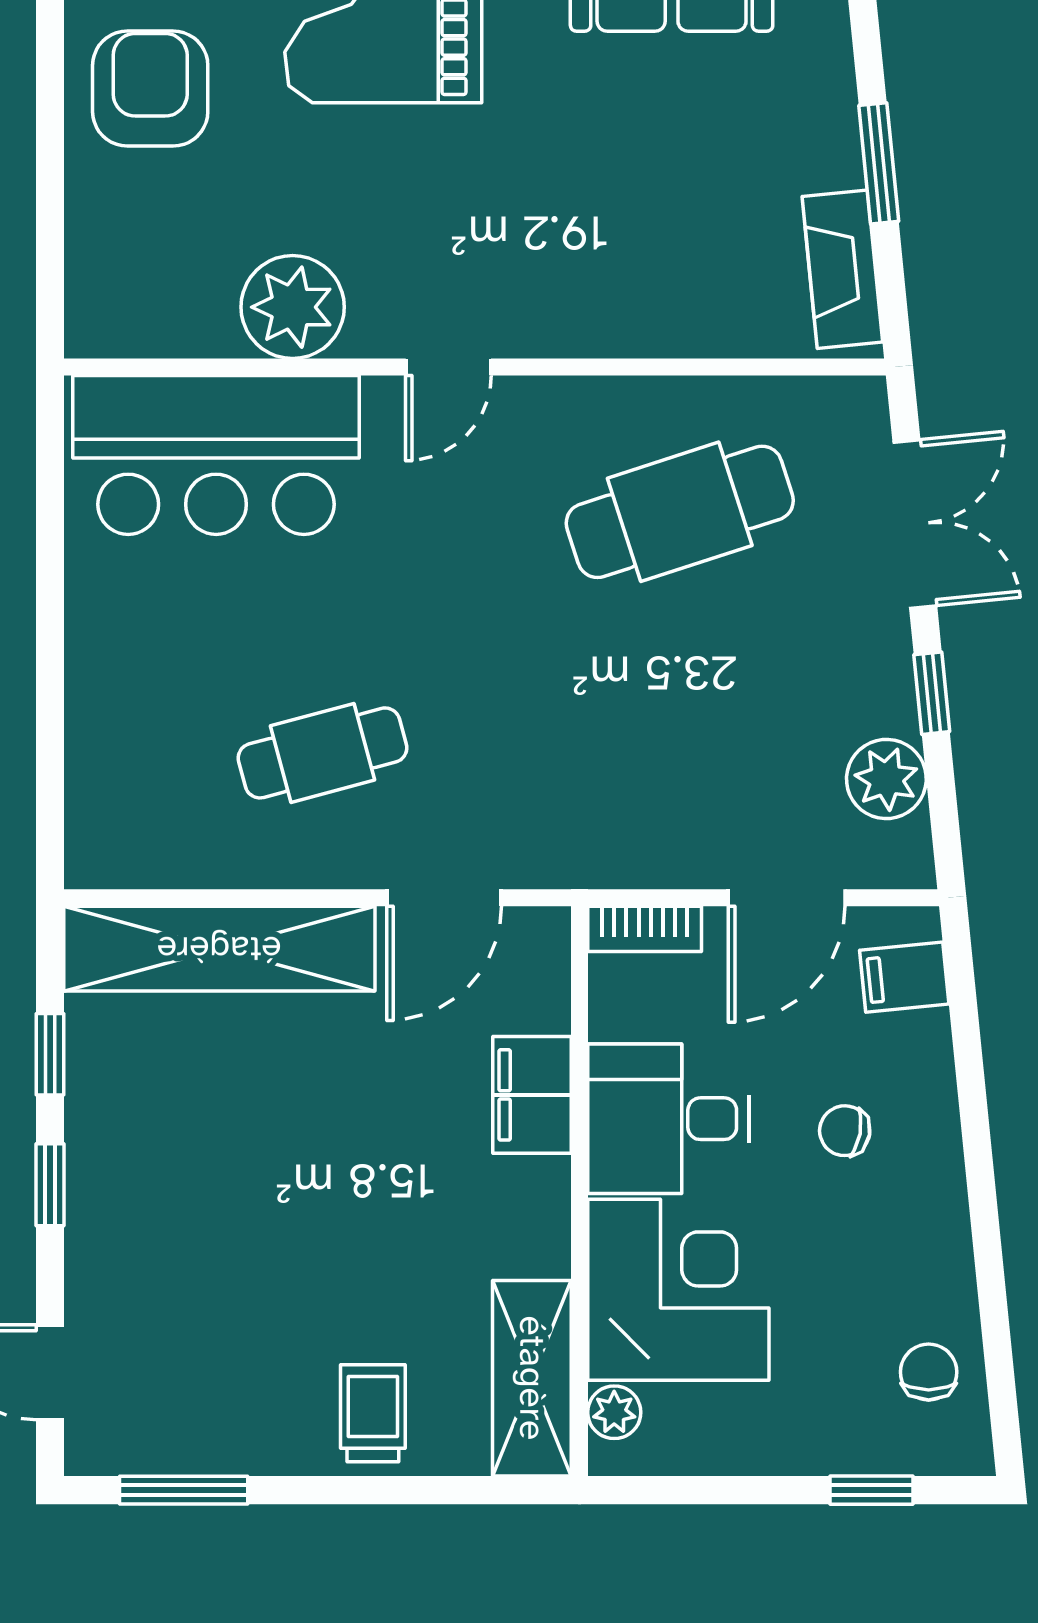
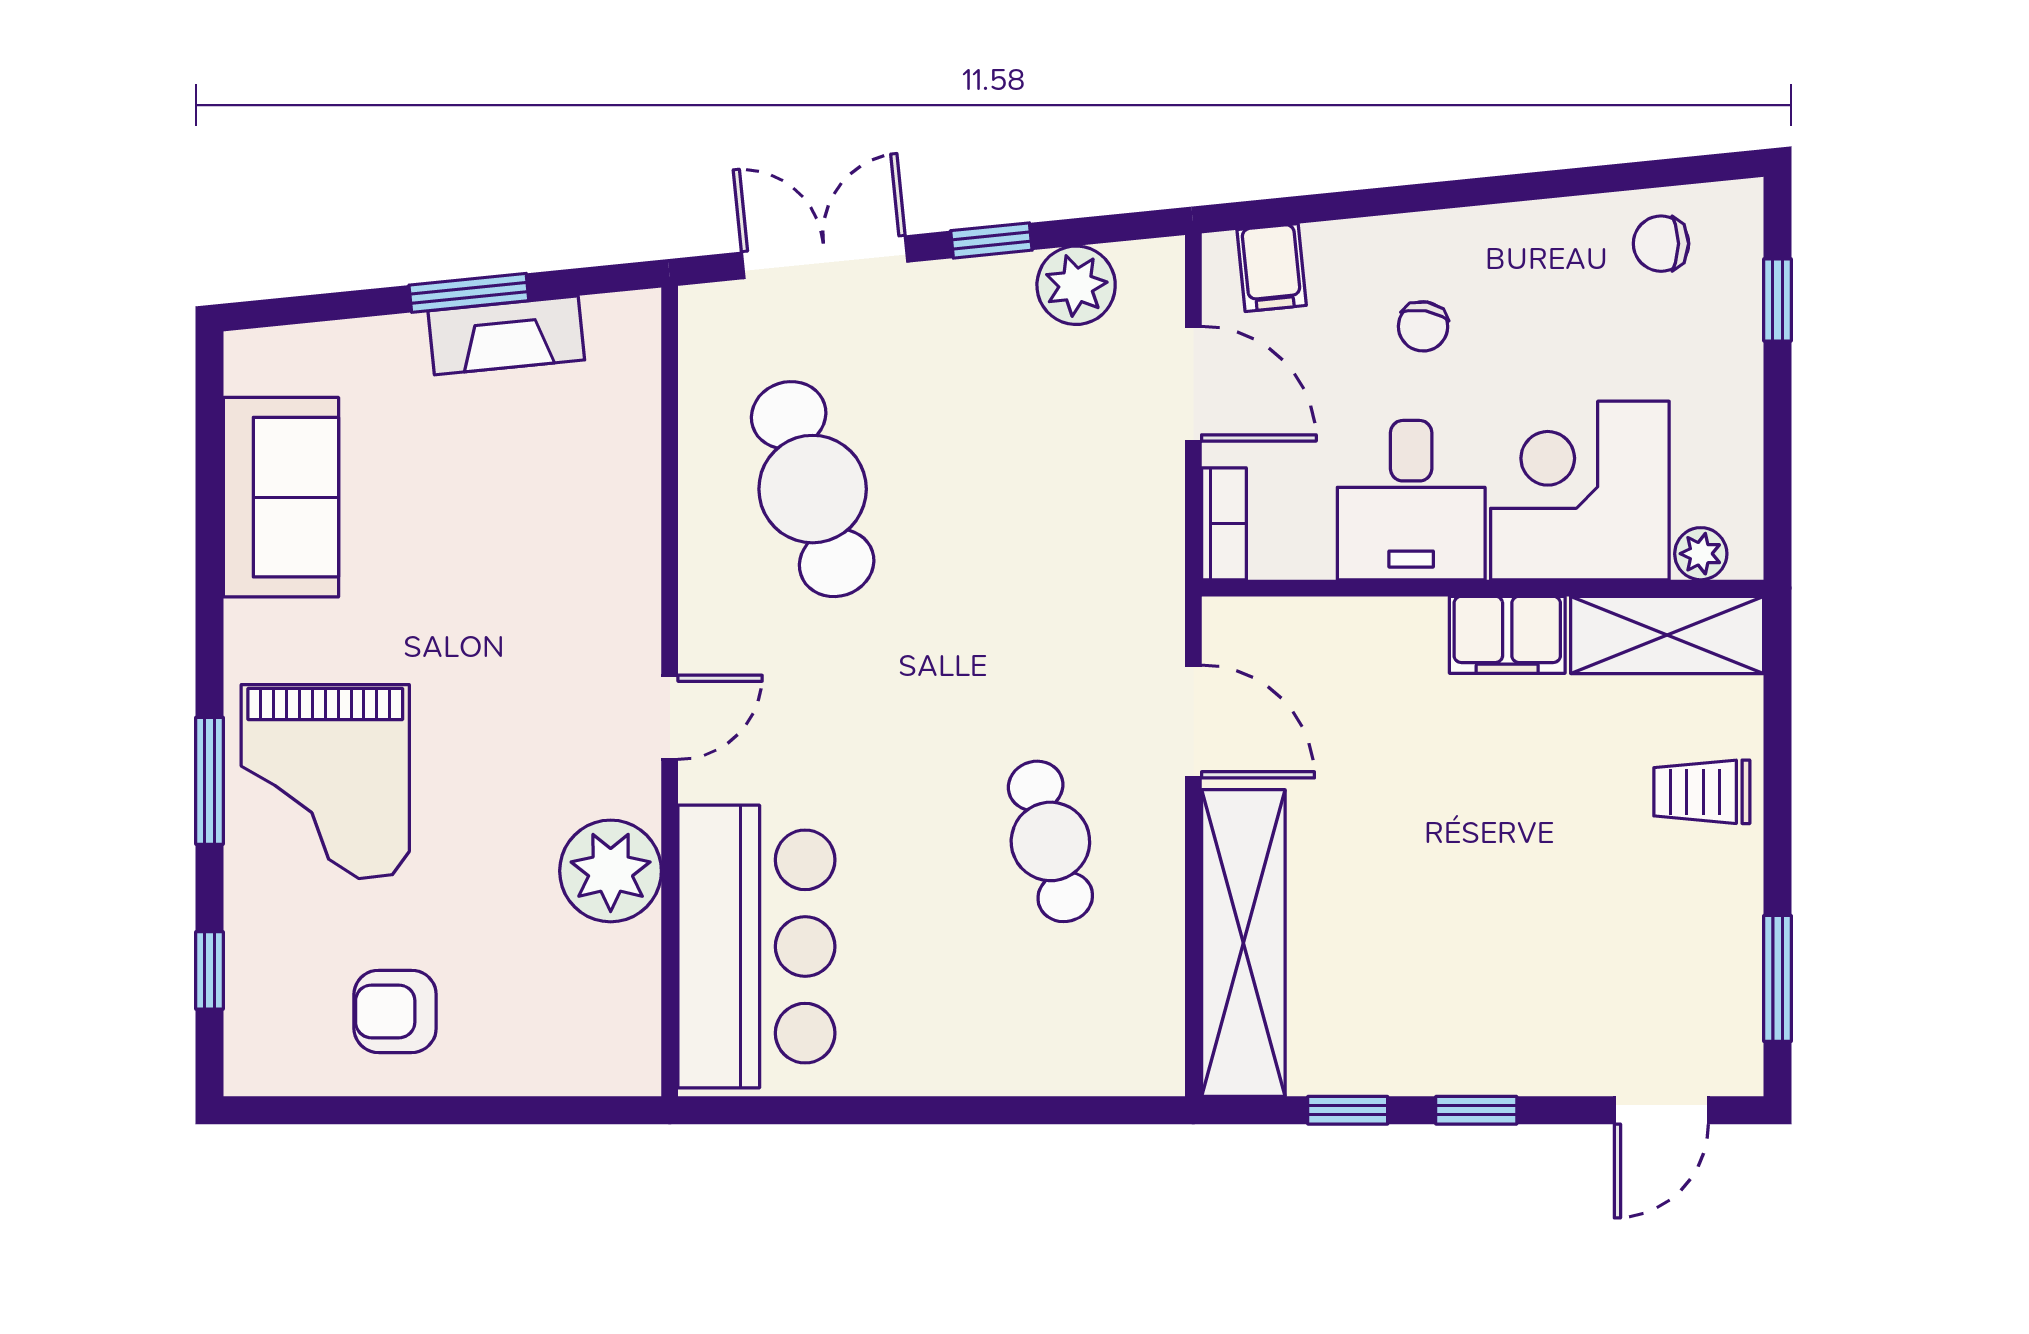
armchair: (150, 89) -> (395, 1011), width x0.72, depth x0.72
fireplace: (842, 269) -> (506, 335), moved
door: (448, 367) -> (670, 717), hinge flipped
filing cabinet: (532, 1095) -> (1507, 635), moved

